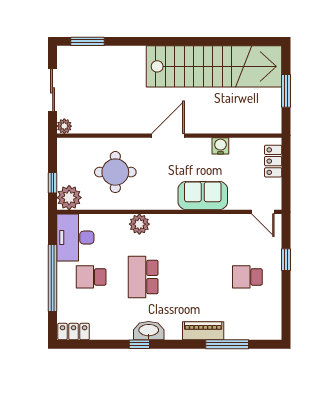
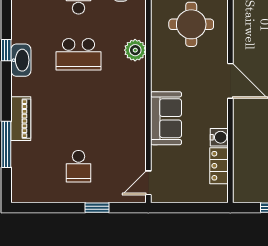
locker: (273, 161) -> (219, 166), moved, turned -90
school desk: (143, 277) -> (79, 54), turned 180
school desk: (247, 277) -> (79, 166), turned 180

